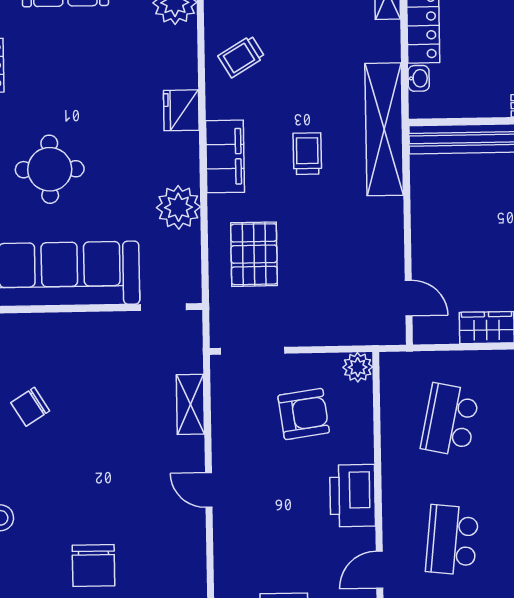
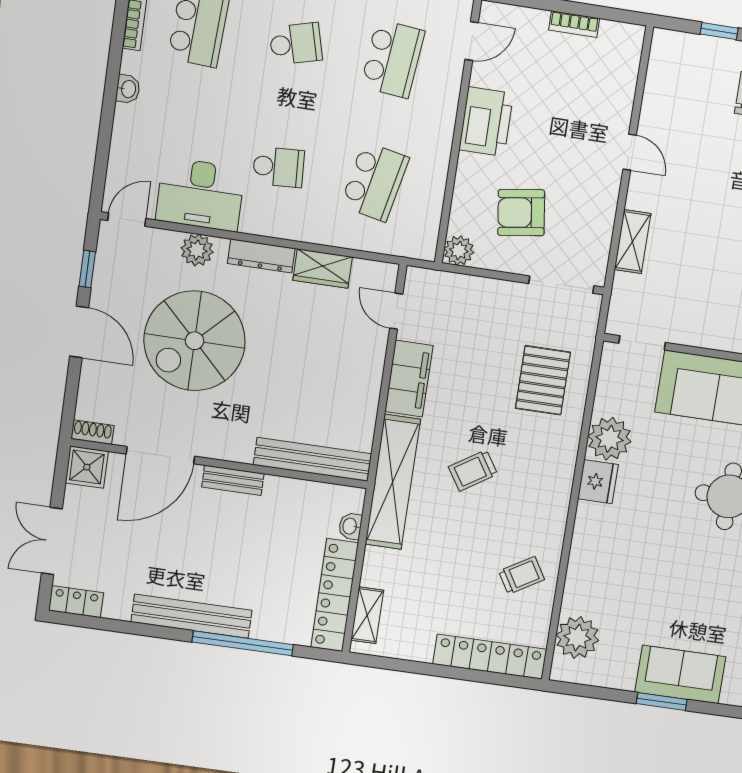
fridge: (181, 110) -> (598, 482), moved
trolley: (307, 154) -> (473, 471), turned 57
filing cabinet: (225, 156) -> (409, 379), moved, turned 180

